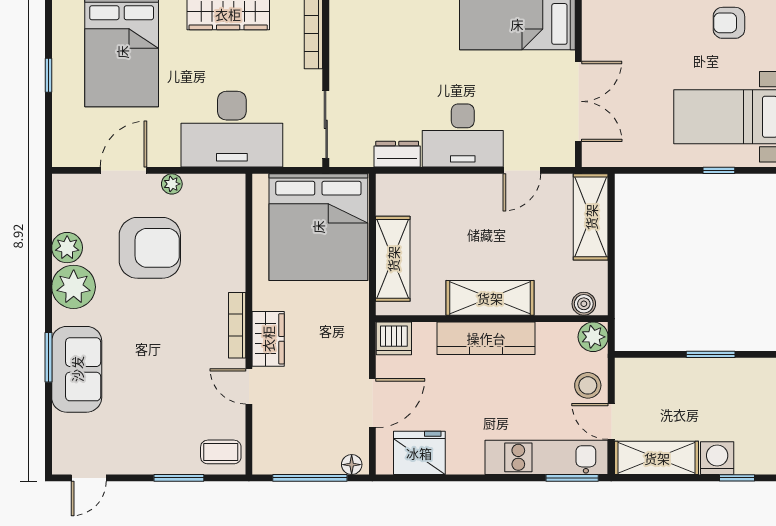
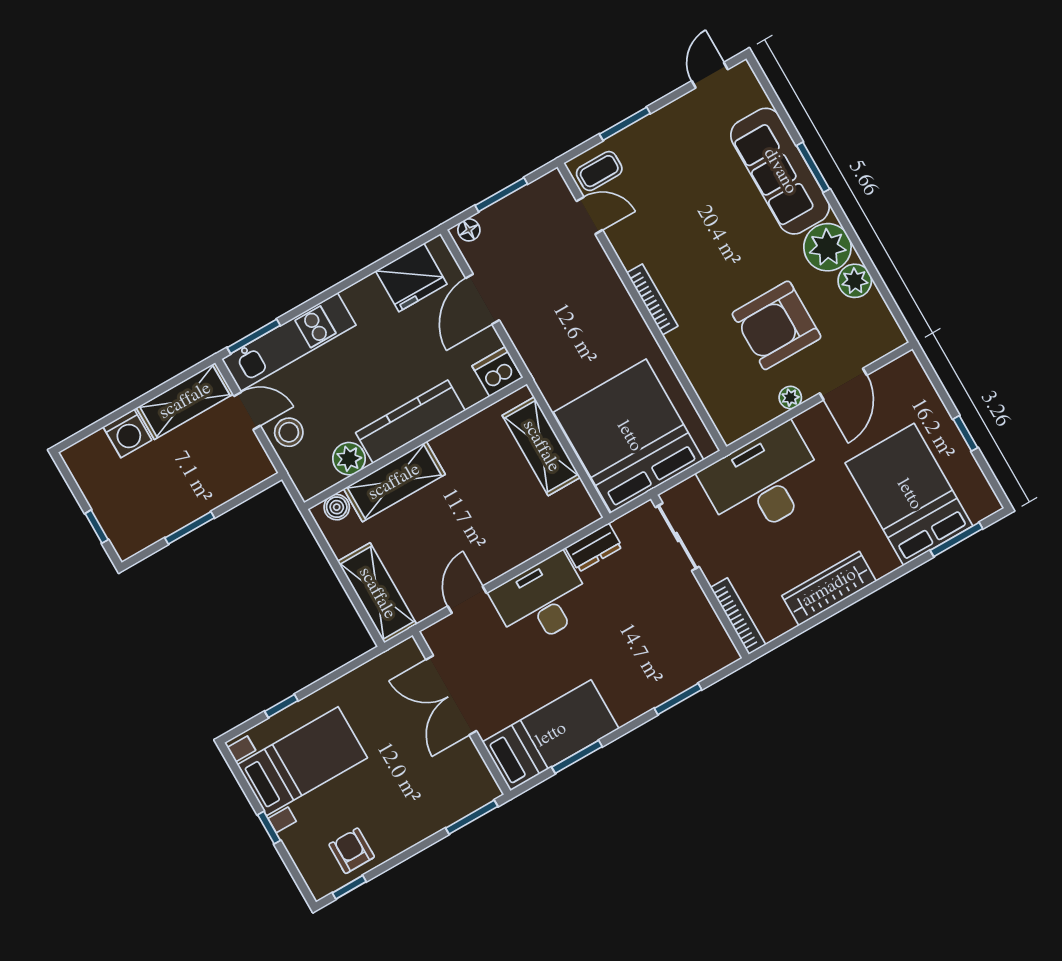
armchair: (729, 23) -> (352, 851), turned -90
shelving: (490, 298) -> (394, 482), moved
plant: (593, 337) -> (349, 459), moved
wardrobe: (268, 339) -> (616, 303), removed
sofa: (77, 369) -> (780, 171), width x1.36
door: (249, 386) -> (589, 216), moved
window: (310, 478) -> (501, 195), width x0.69
window: (737, 478) -> (98, 426), removed

